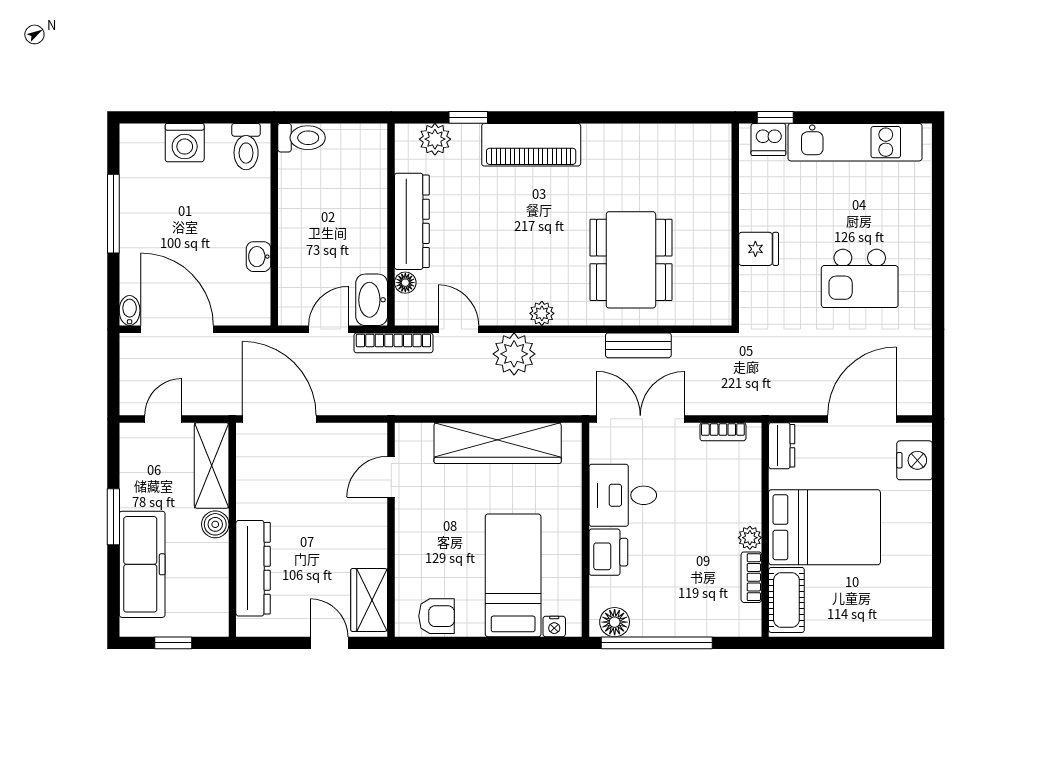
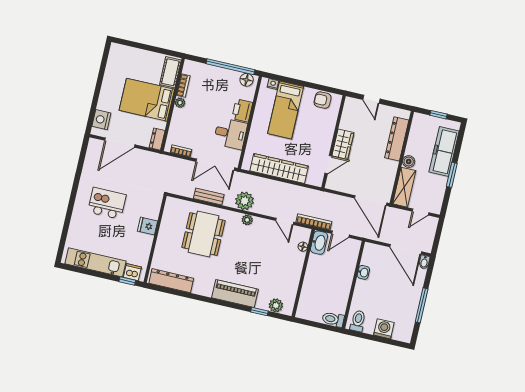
dresser: (412, 221) -> (171, 281), moved, turned 90
plant: (514, 354) -> (245, 201), moved
wardrobe: (369, 600) -> (343, 144), moved

